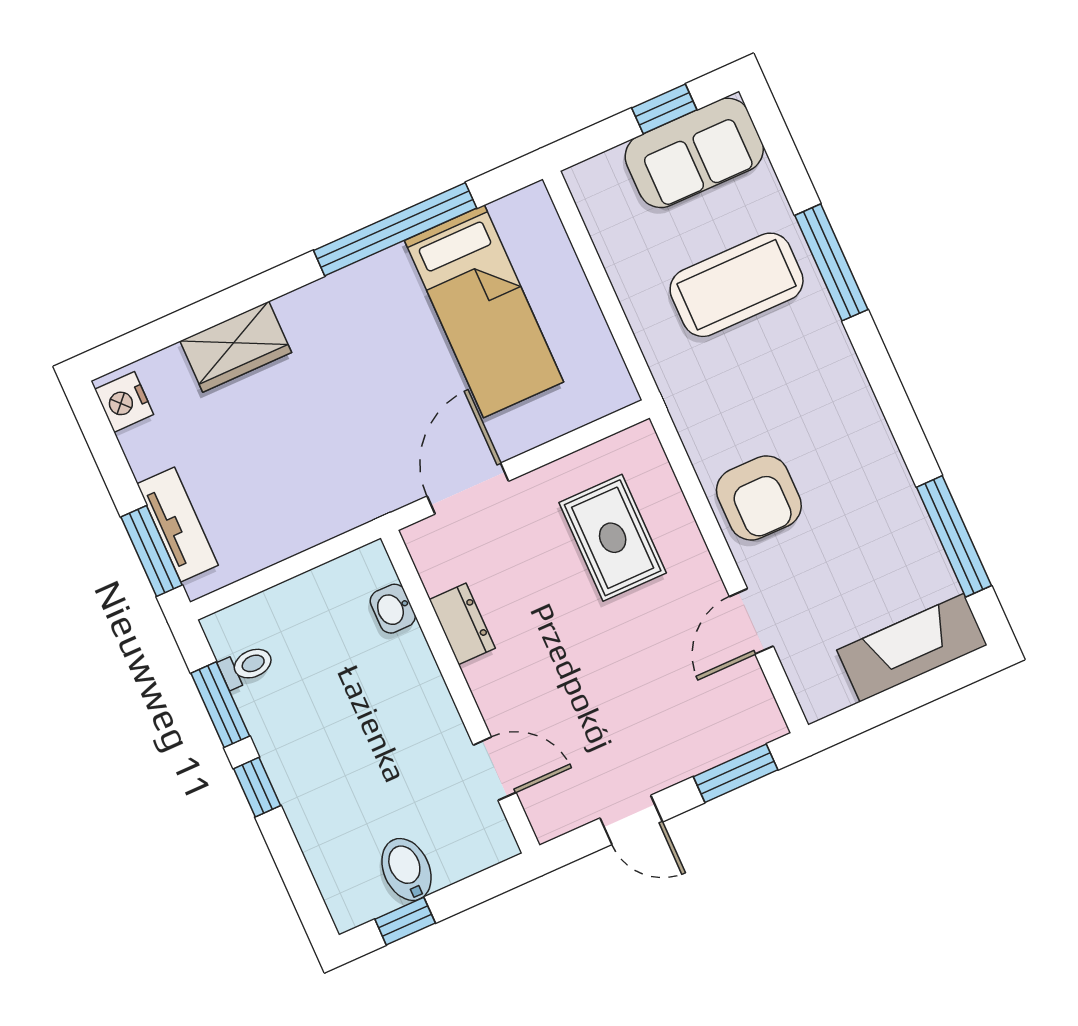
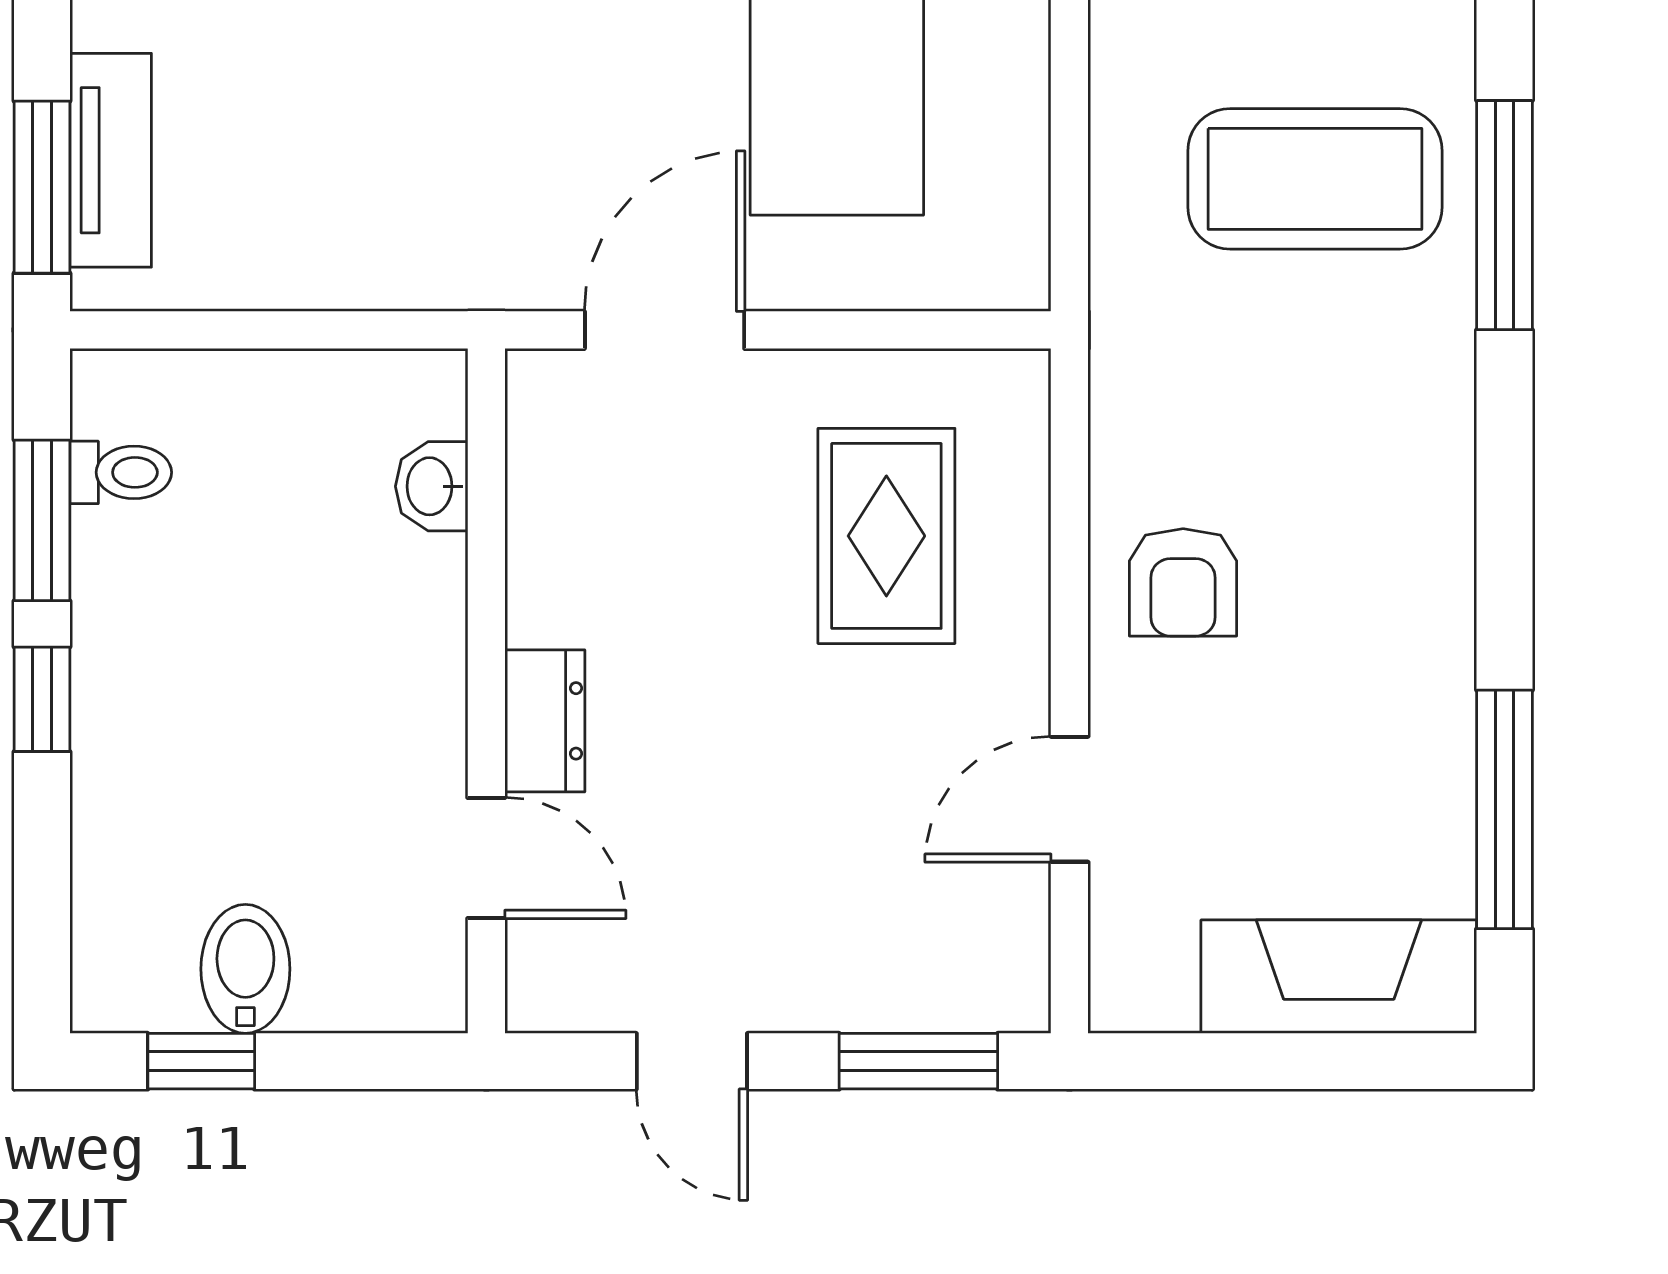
armchair: (759, 498) -> (1183, 582), width x0.72, depth x0.72
dresser: (462, 624) -> (545, 721), moved

